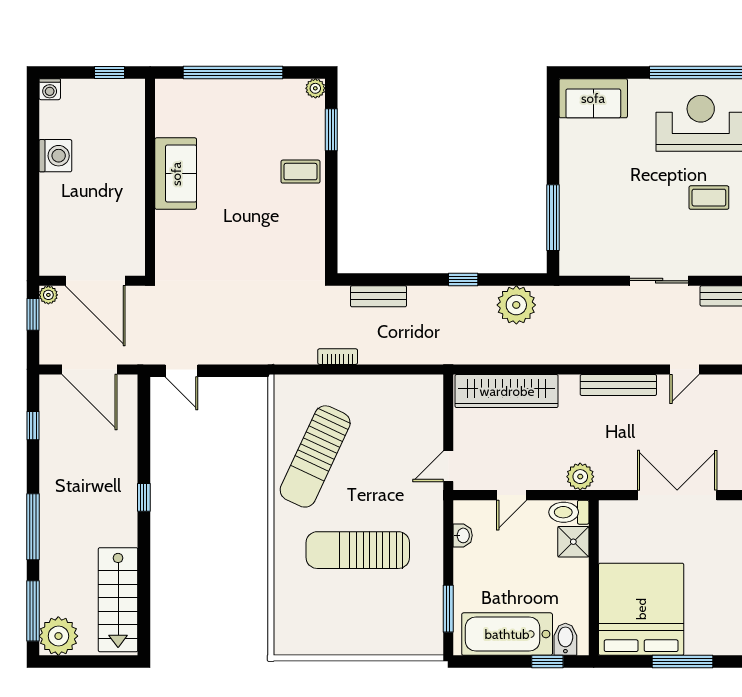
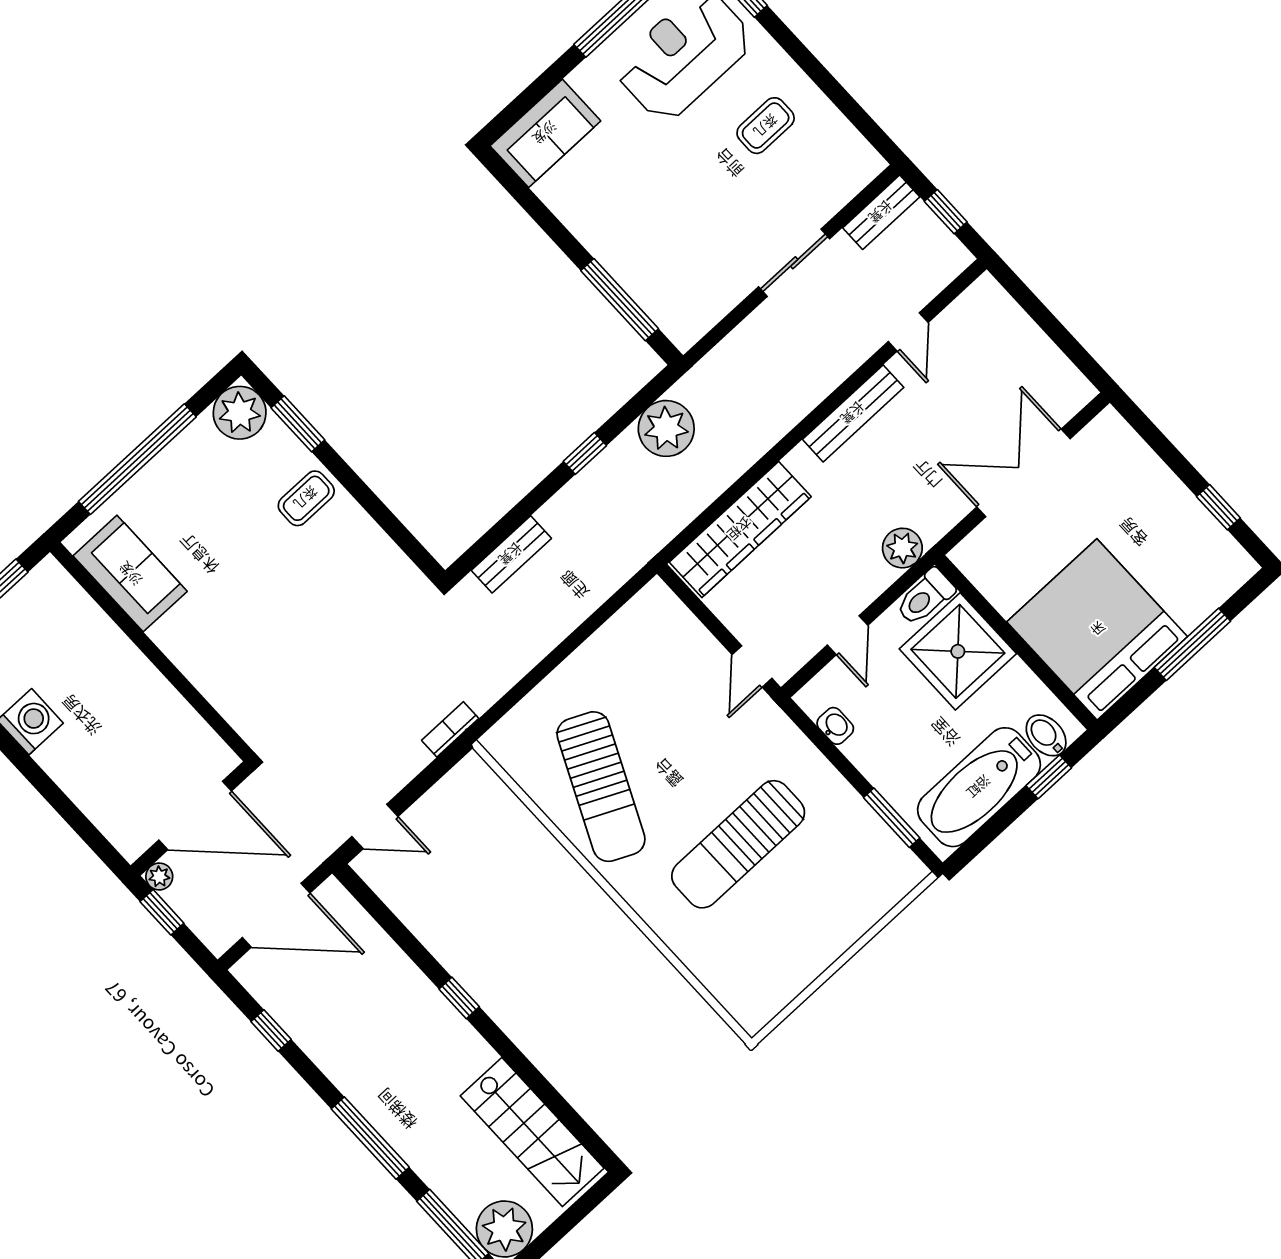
plant: (315, 88) -> (240, 413), width x1.87, depth x1.87
sofa: (176, 174) -> (130, 574), moved
bookcase: (338, 357) -> (450, 729), moved
shower: (573, 542) -> (958, 651), width x1.86, depth x1.86

